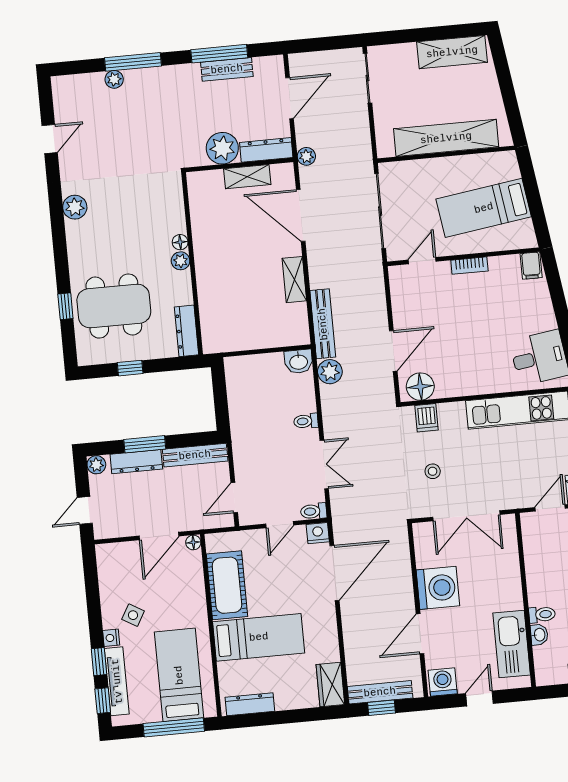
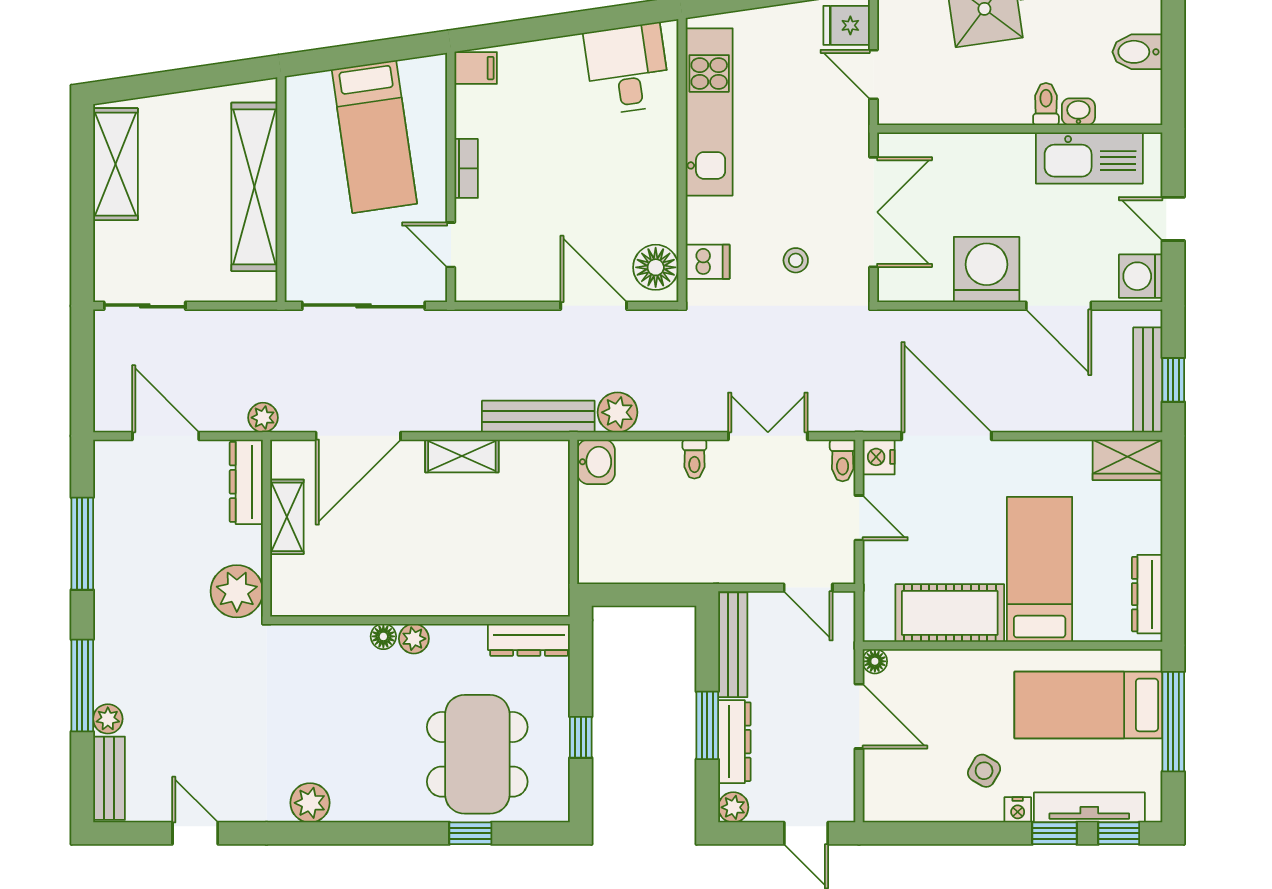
bench: (227, 69) -> (109, 778), moved
plant: (222, 148) -> (237, 591), moved

